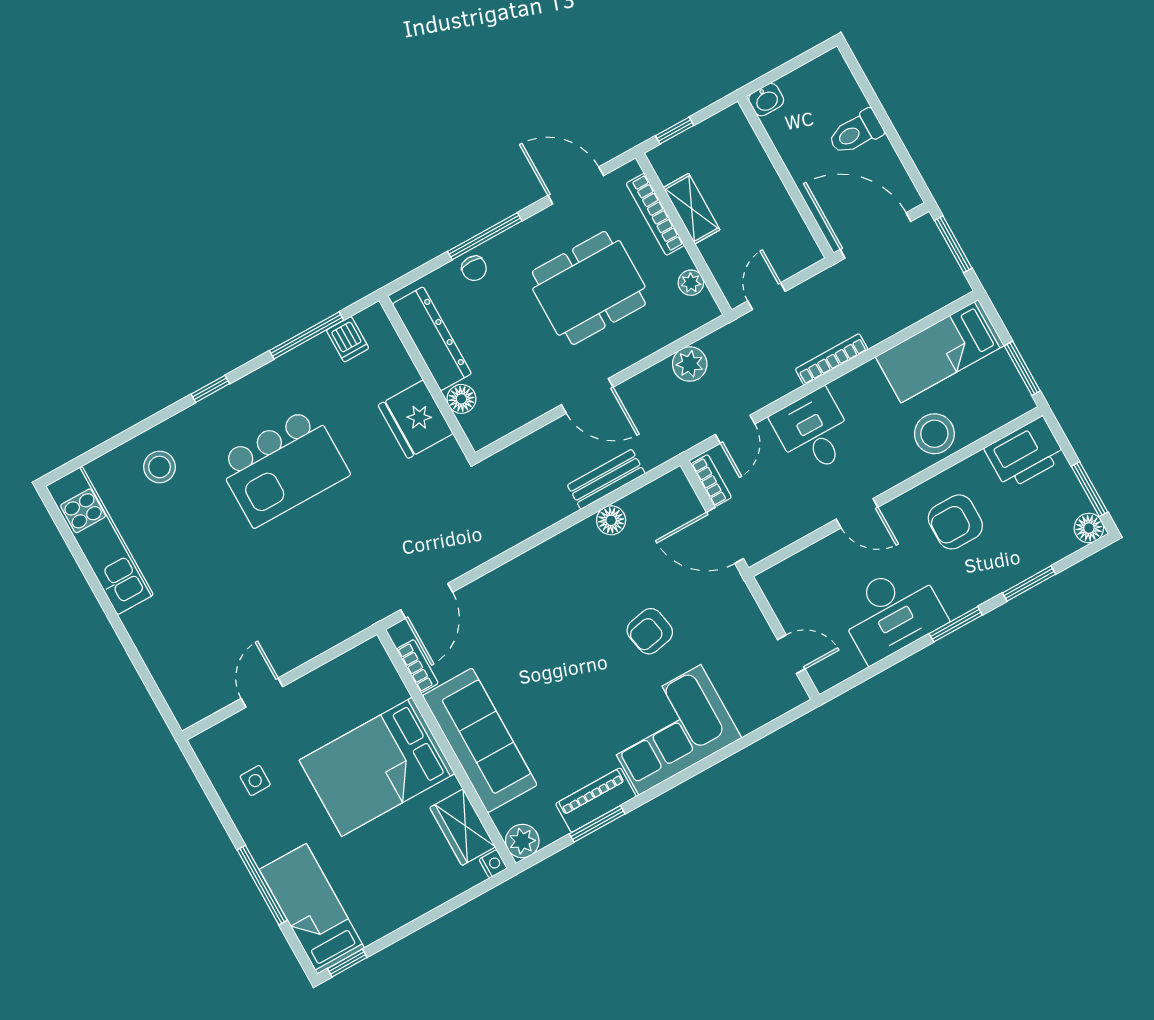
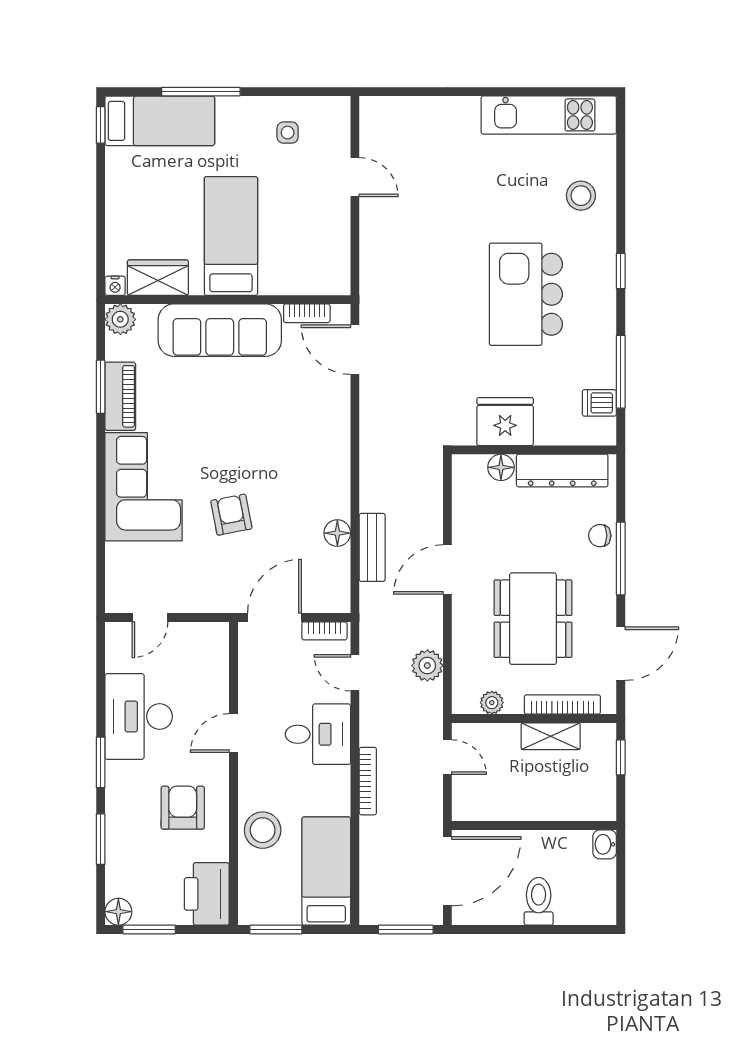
bed: (377, 767) -> (231, 236), width x0.67

